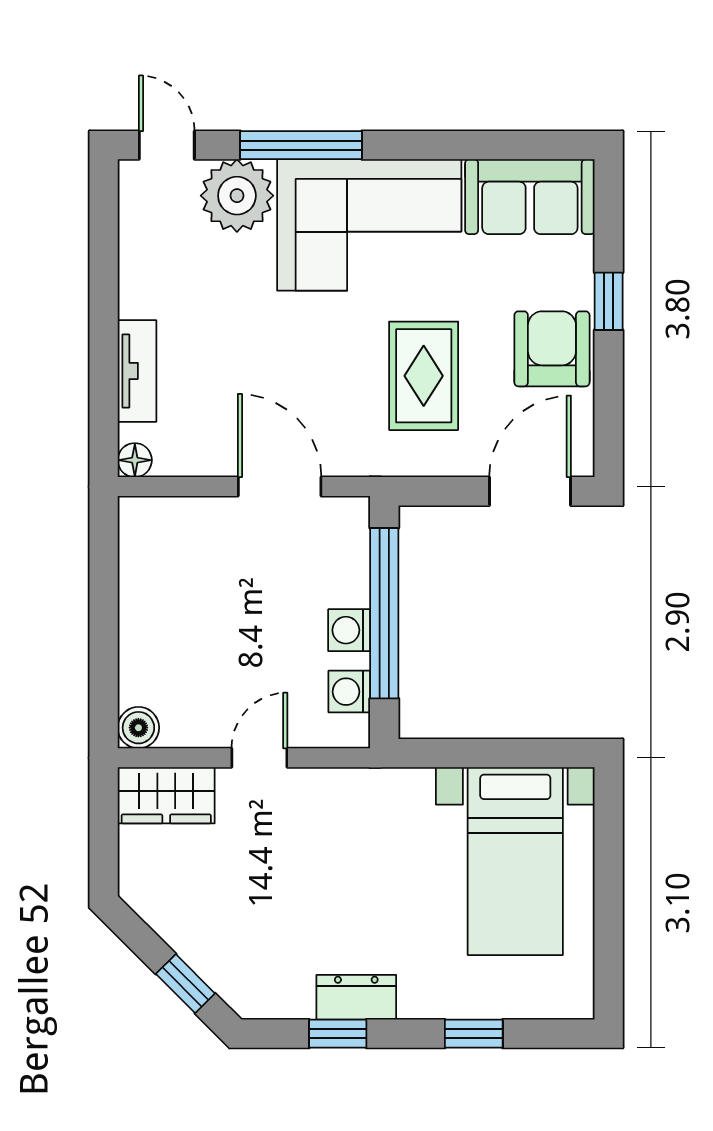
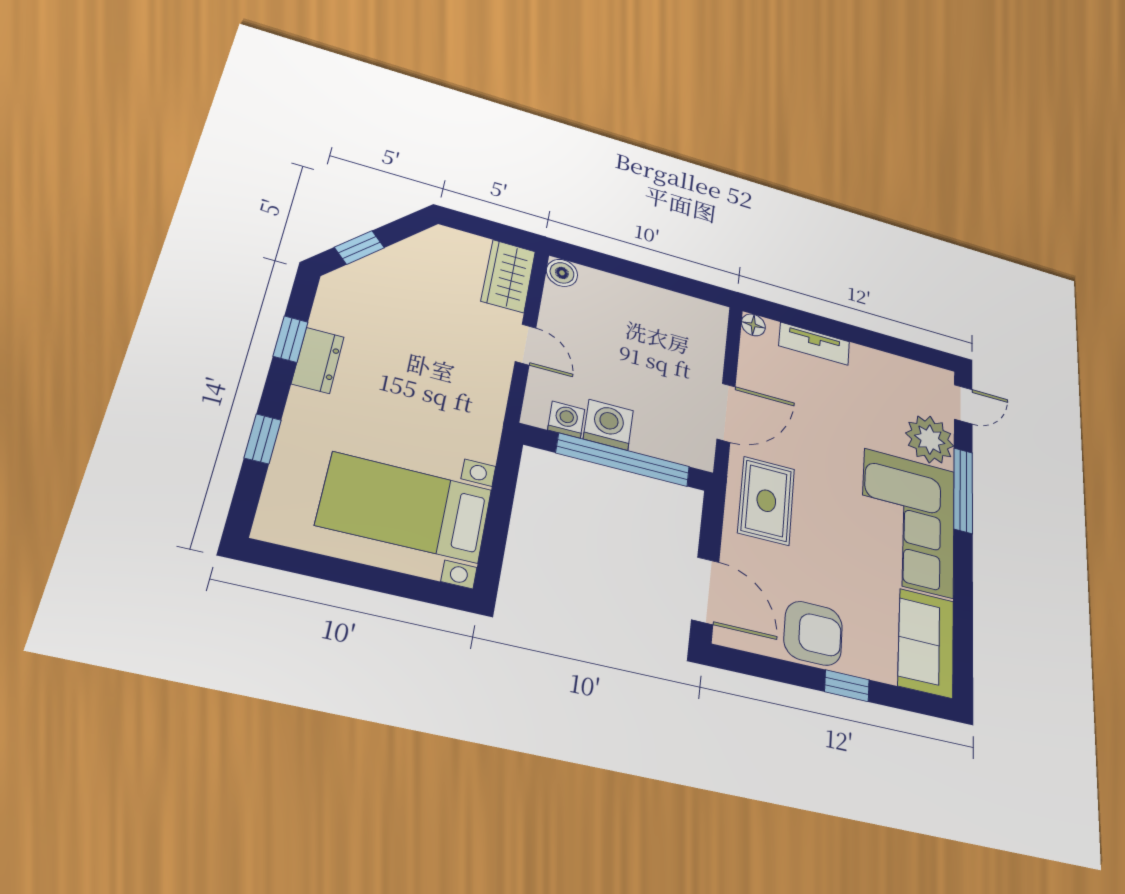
rug: (424, 376) -> (766, 501), moved, turned 90
washing machine: (349, 630) -> (608, 425), width x1.38, depth x1.38

